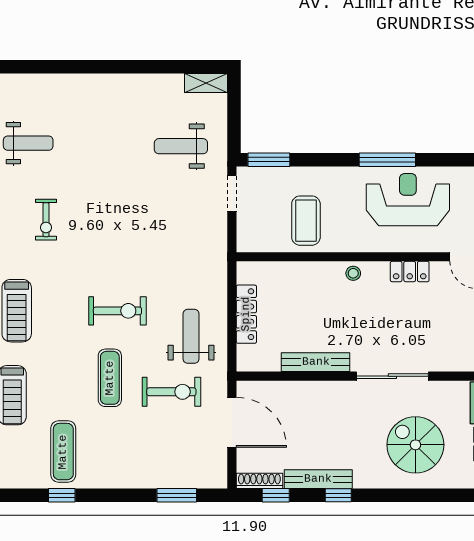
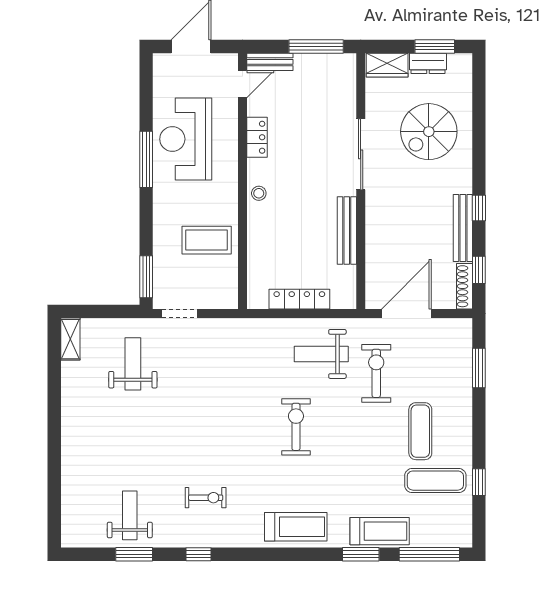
weight bench: (181, 146) -> (133, 364), turned 180
exercise mat: (110, 378) -> (420, 431), moved, turned 90

